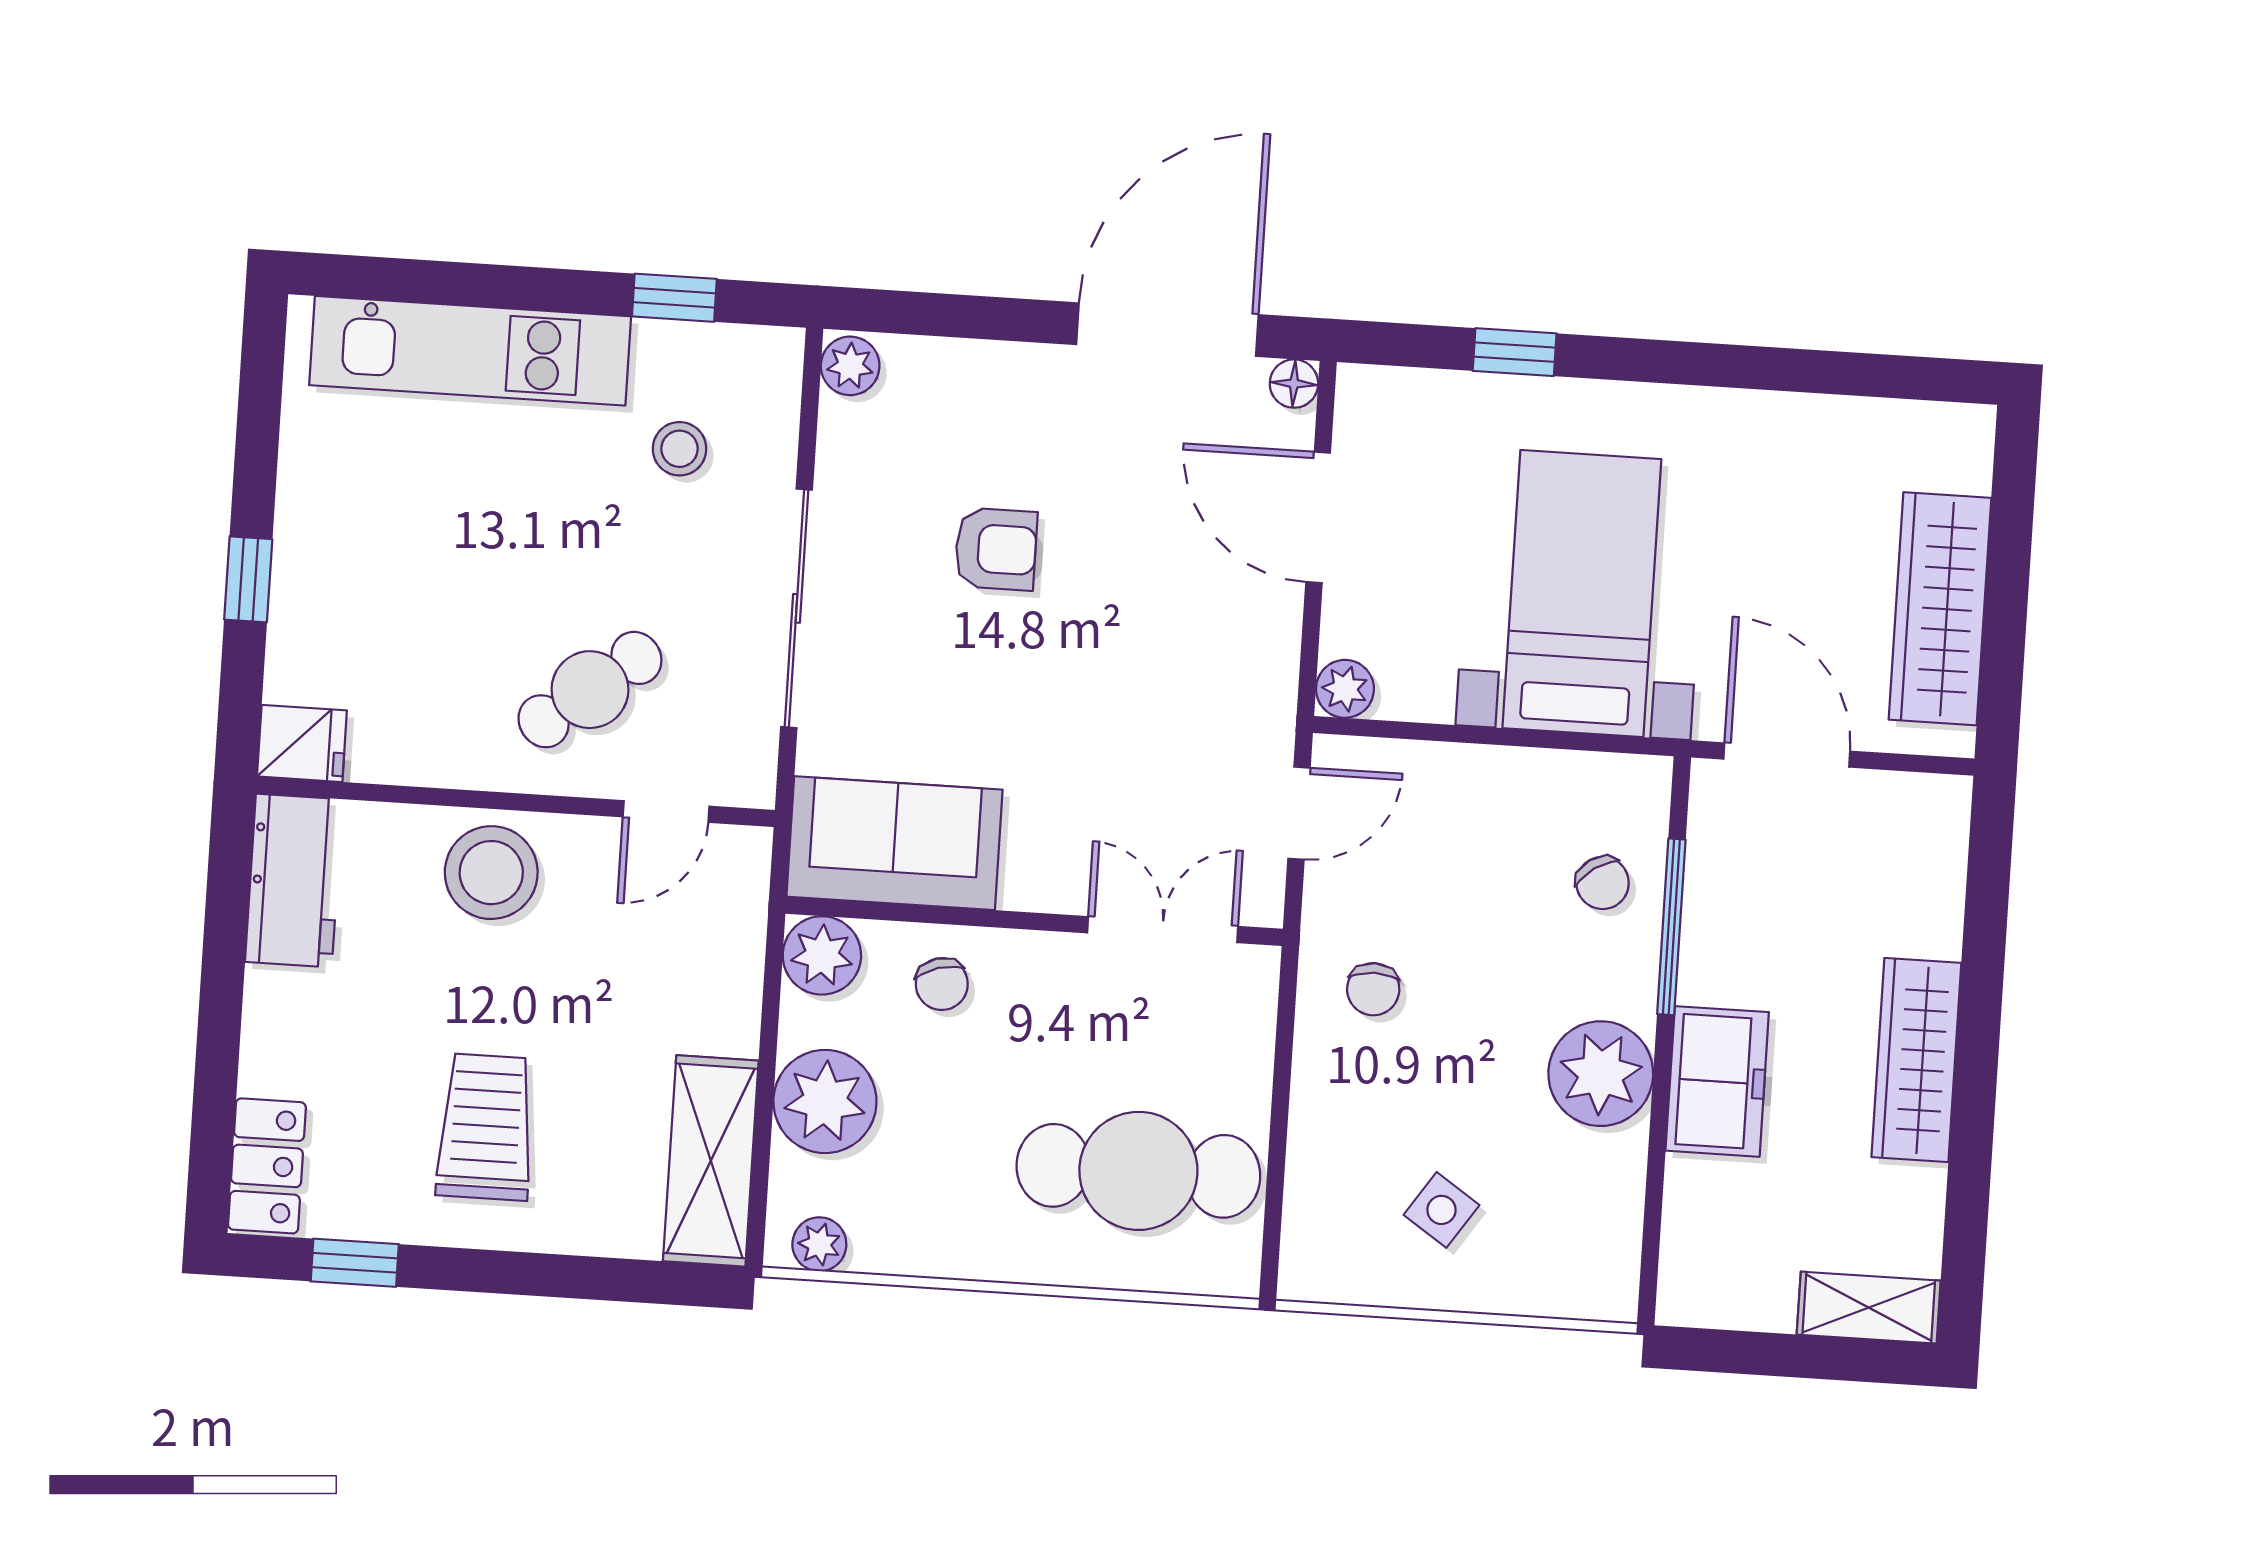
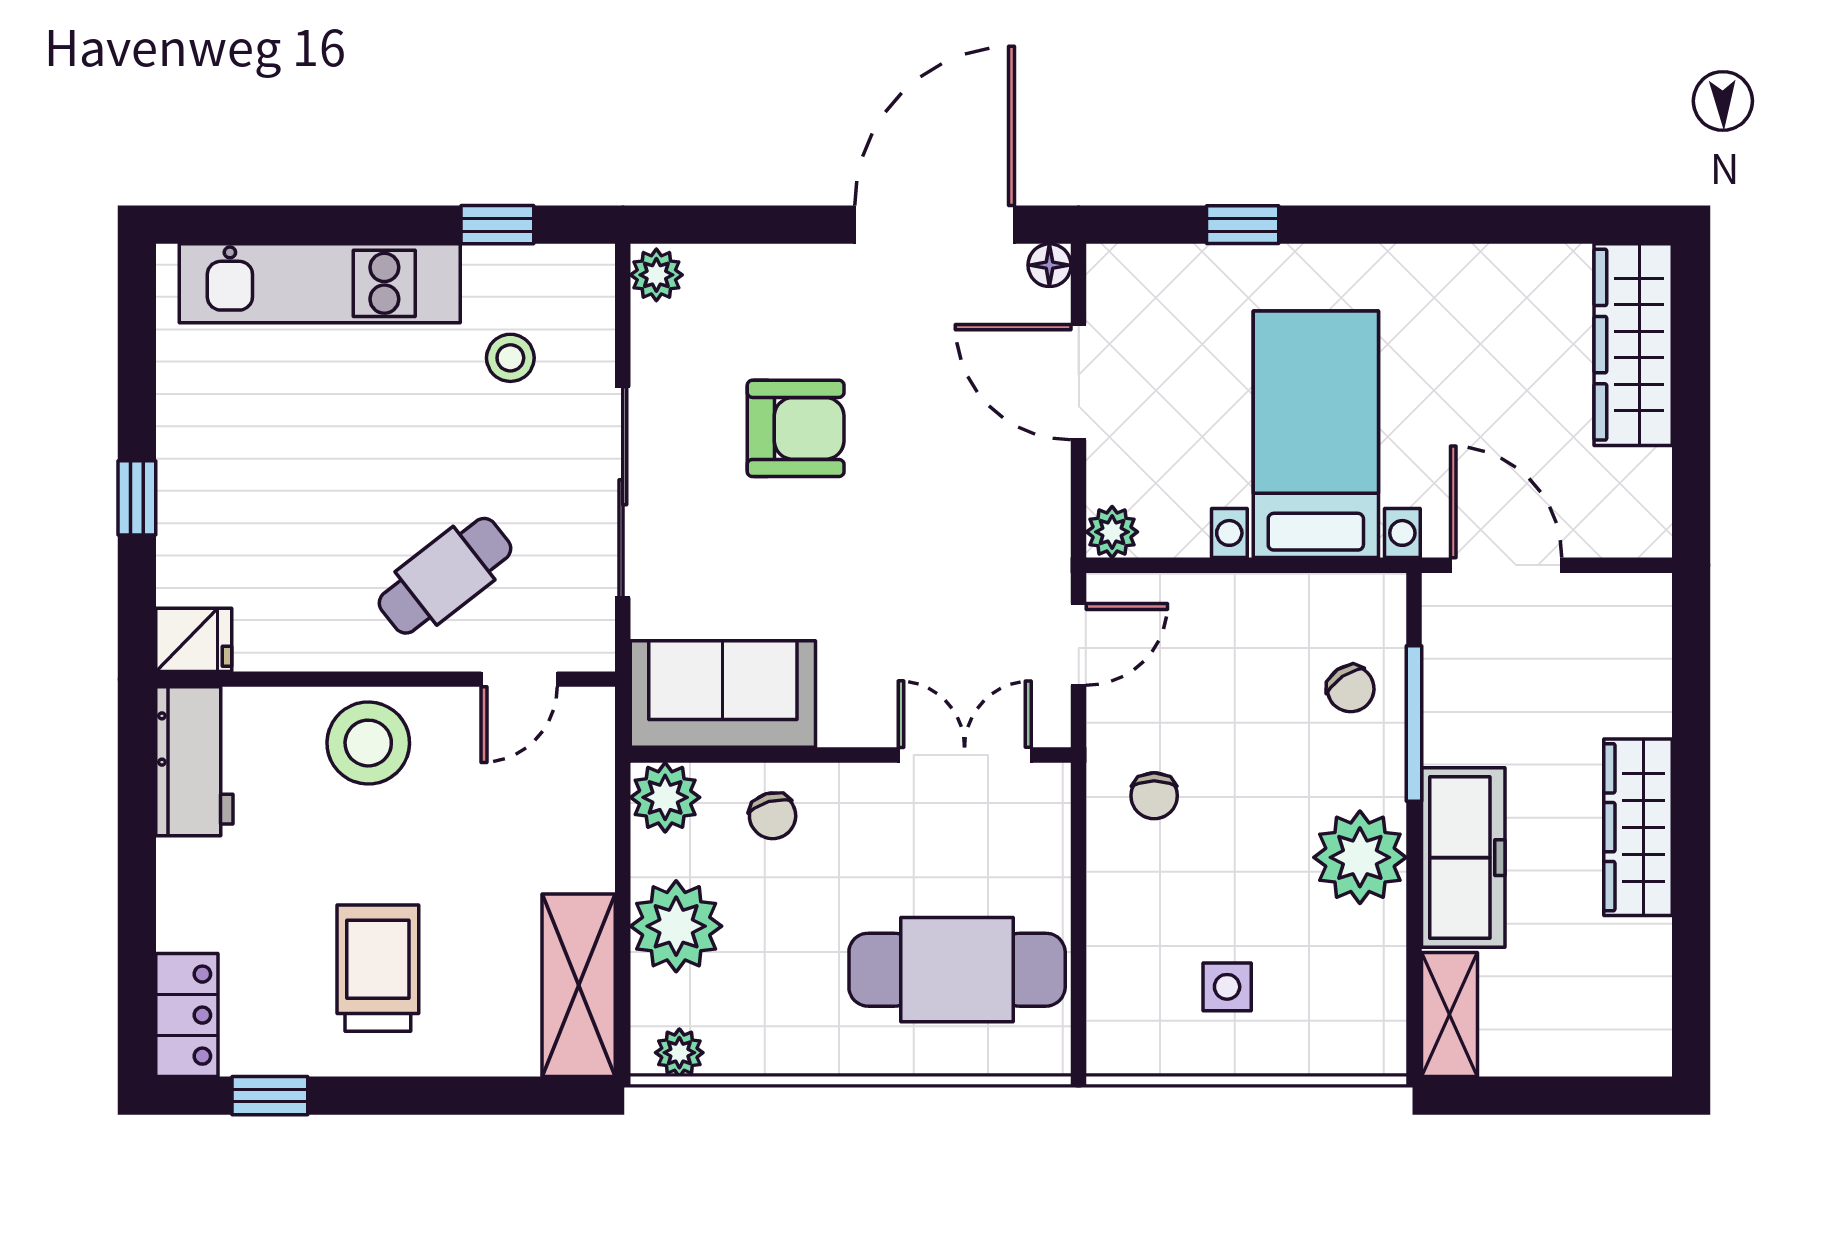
armchair: (996, 549) -> (796, 428), width x1.38, depth x1.38
wardrobe: (1940, 609) -> (1633, 345), moved
freezer: (1717, 1081) -> (1463, 858), width x1.40
side table: (1441, 1210) -> (1227, 987), turned -34
shelving: (1869, 1308) -> (1449, 1015), moved, turned 90

